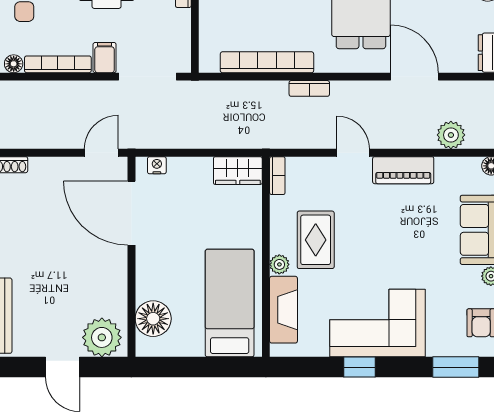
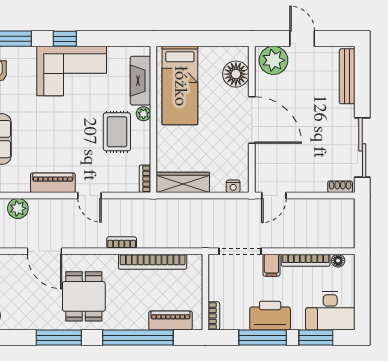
wardrobe: (238, 171) -> (183, 182), width x1.50
door: (131, 213) -> (252, 120), moved
window: (359, 367) -> (65, 39), moved

